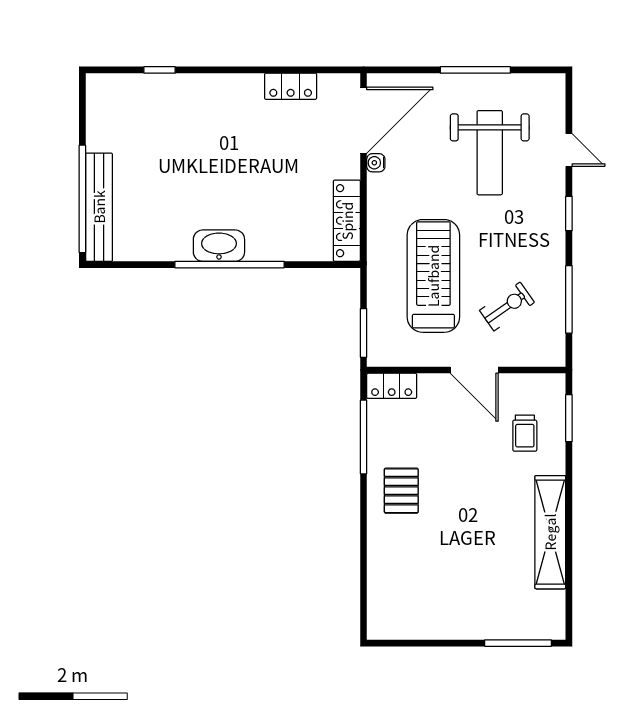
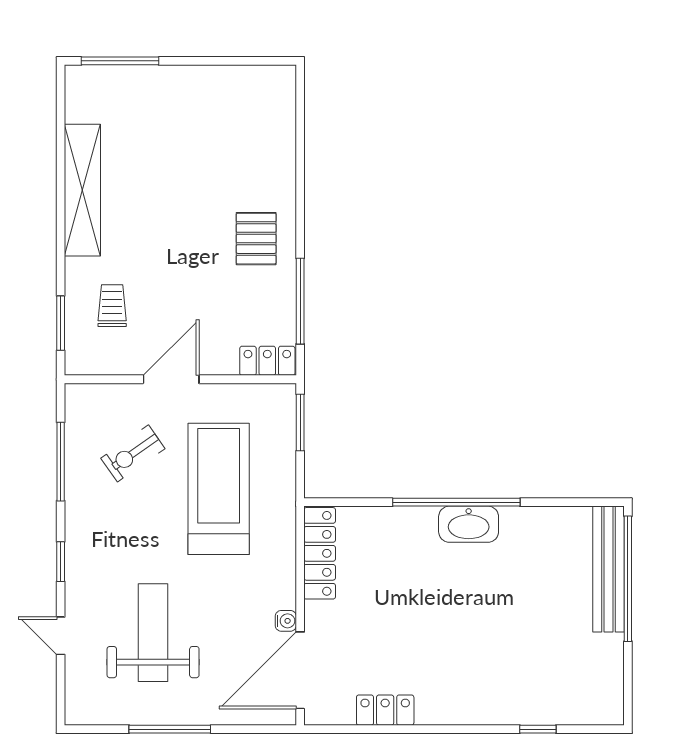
treadmill: (433, 276) -> (219, 489), turned 180
door: (474, 370) -> (171, 379), hinge flipped

